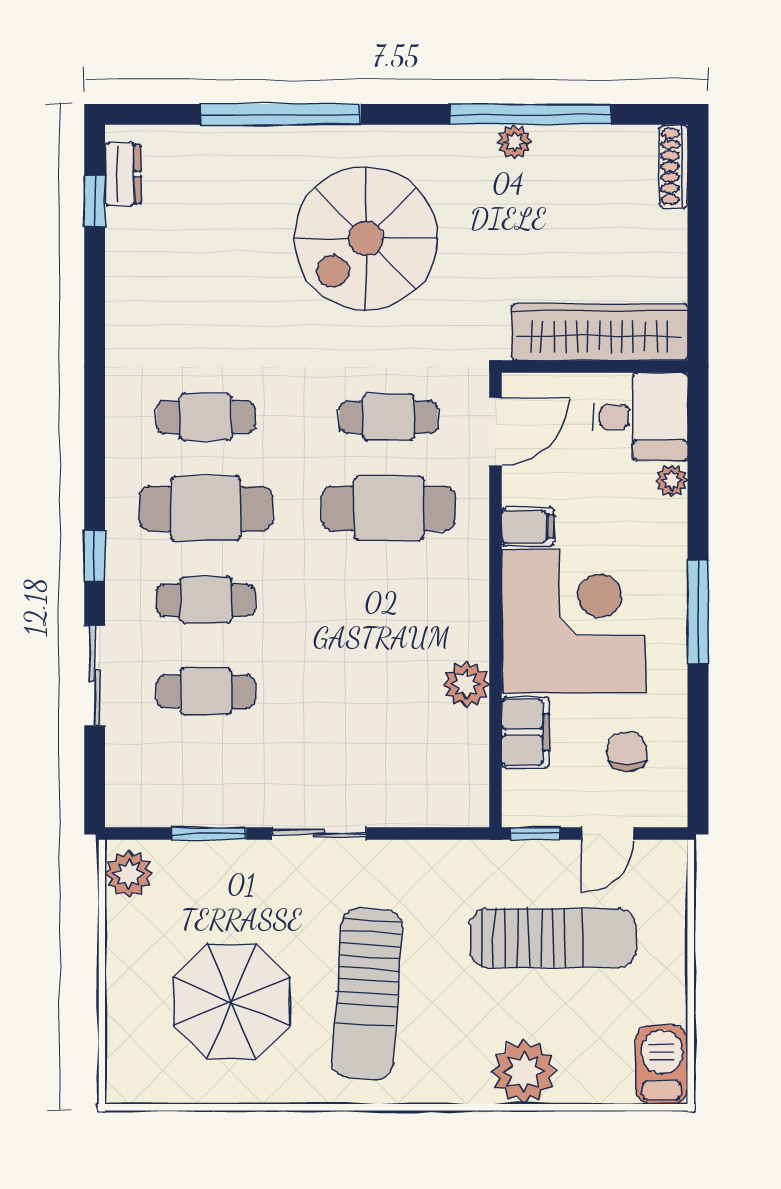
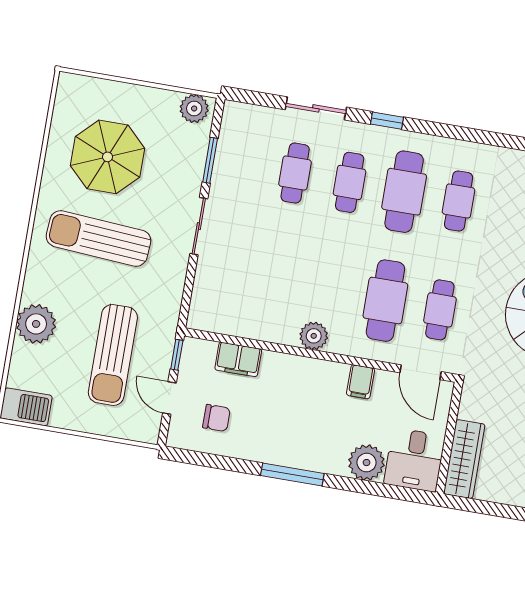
wardrobe: (600, 332) -> (464, 459), width x0.71, depth x0.85
plant: (672, 480) -> (367, 463), width x1.88, depth x1.88
corner desk: (574, 621) -> (299, 399), removed
plant: (466, 684) -> (314, 336), moved

